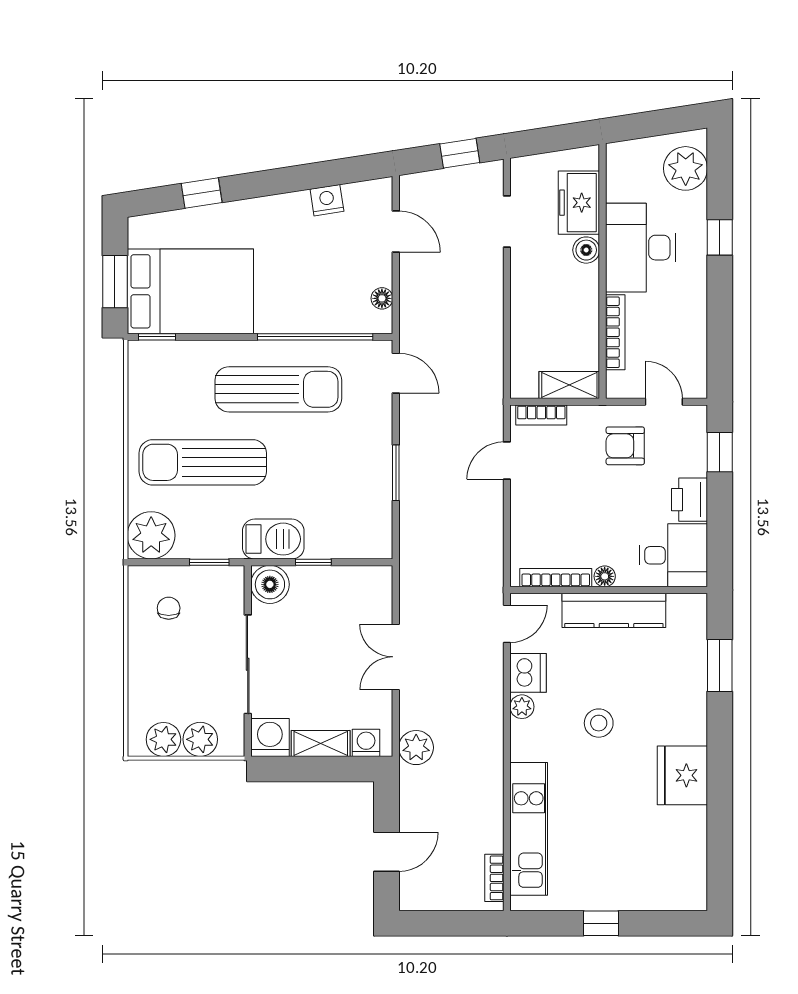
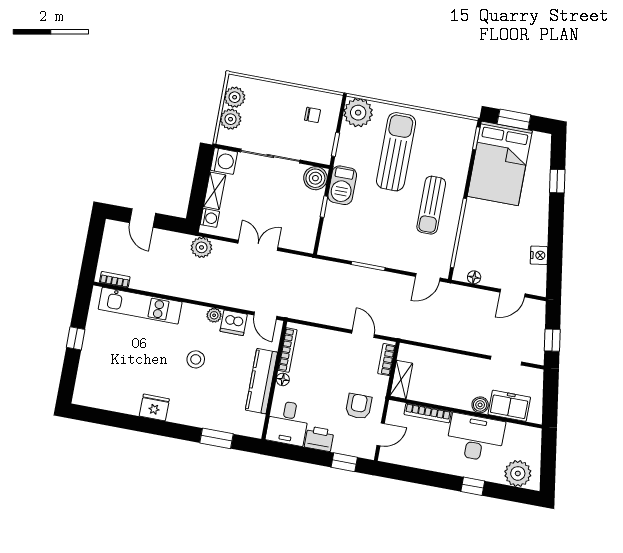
sun lounger: (278, 389) -> (431, 205), width x0.73, depth x0.75
fridge: (682, 775) -> (154, 407), width x0.73, depth x0.75

